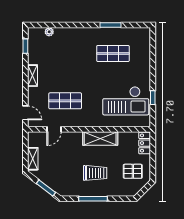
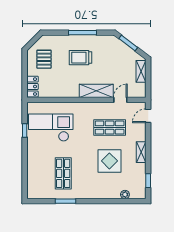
shop shelf: (113, 53) -> (63, 173), turned 90
display table: (65, 66) -> (109, 161), added
door: (25, 113) -> (148, 116), hinge flipped
shelving: (100, 139) -> (96, 91), moved
pallet: (133, 171) -> (44, 59), turned 90

